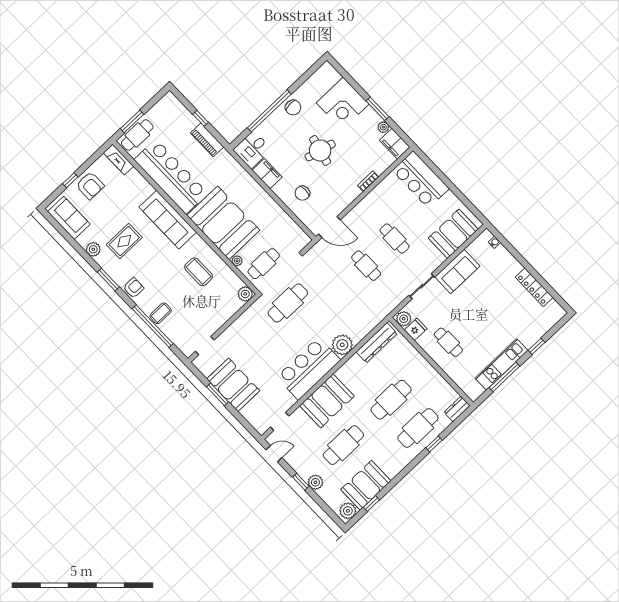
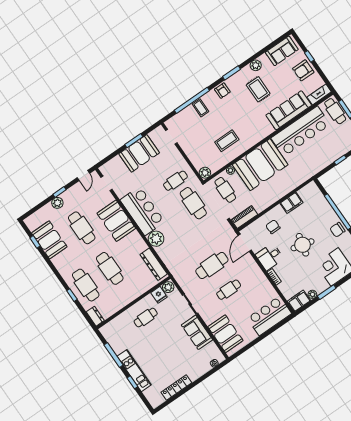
piano: (207, 140) -> (244, 217), moved
desk: (252, 150) -> (270, 257), moved, turned -90
sofa: (168, 220) -> (289, 110), moved
cafe table: (366, 266) -> (212, 265), width x1.37, depth x1.35
cafe table: (262, 331) -> (175, 181), added
kitchen unit: (502, 364) -> (134, 371), moved
plant: (348, 511) -> (32, 224), removed

